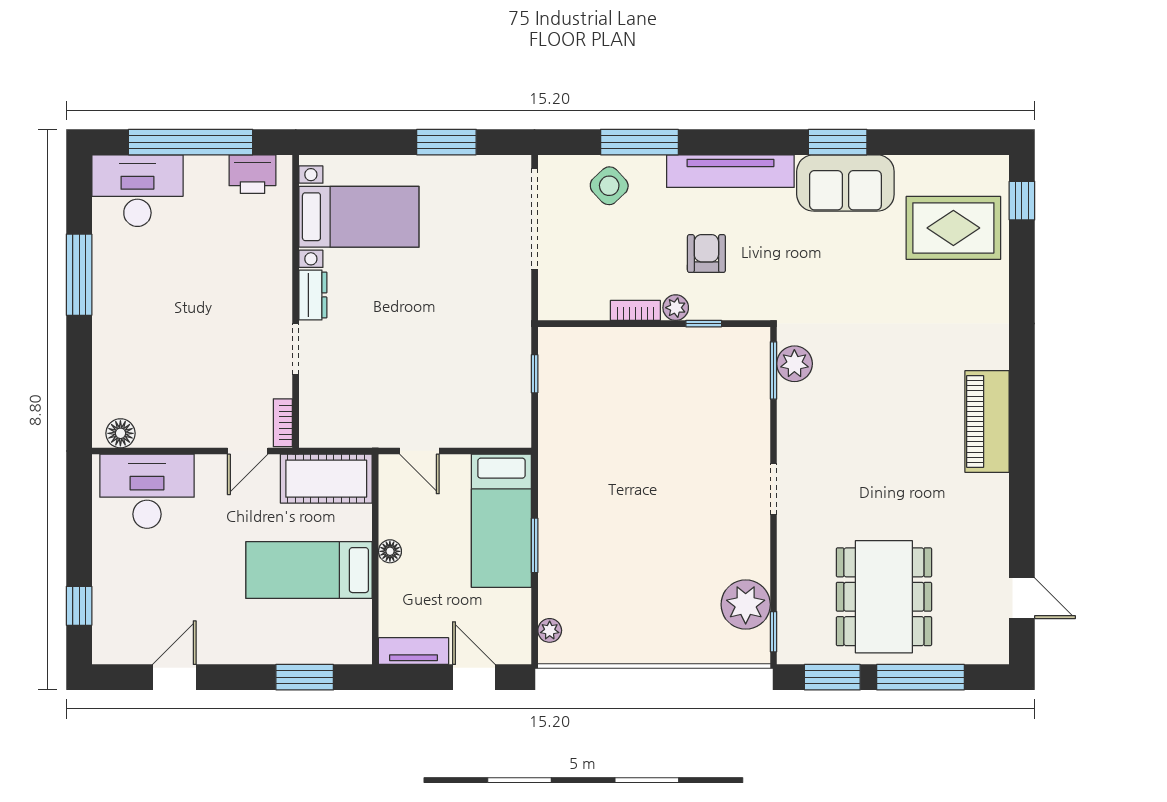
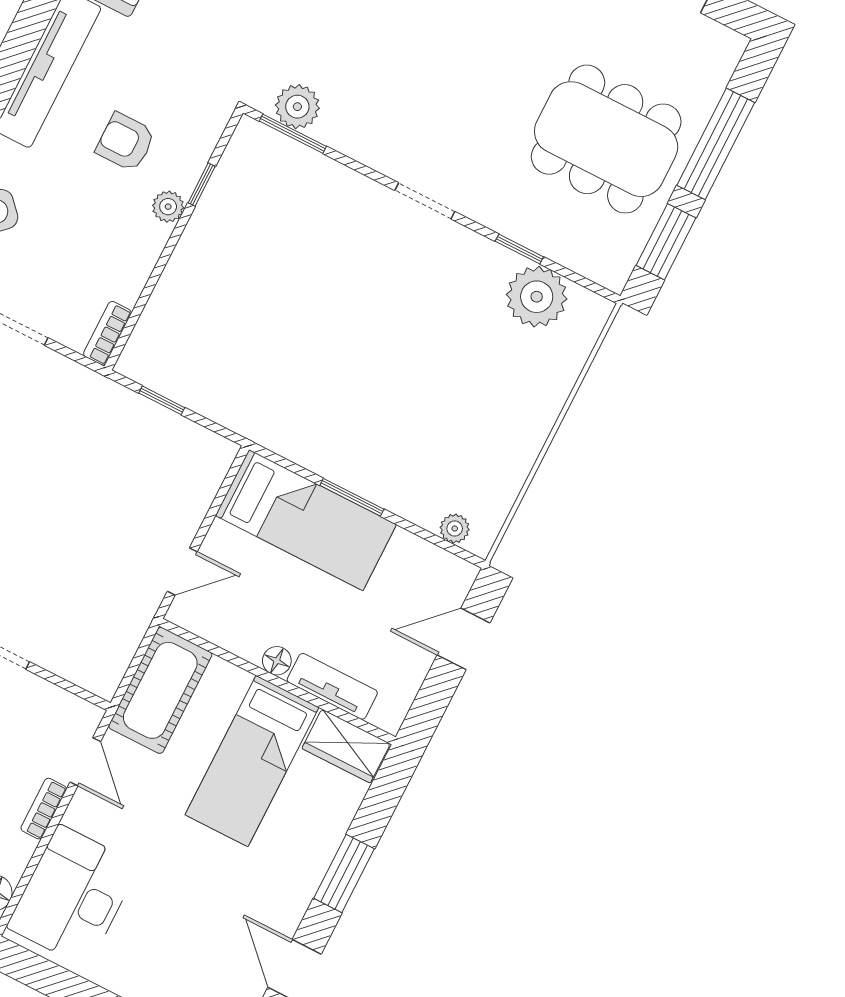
bookcase: (635, 310) -> (107, 333), moved
bookcase: (283, 423) -> (44, 809), moved, turned 90
wardrobe: (354, 632) -> (346, 746), added
window: (773, 632) -> (519, 249), moved
tv unit: (414, 651) -> (332, 686), moved, turned 90
window: (305, 677) -> (344, 874), moved

